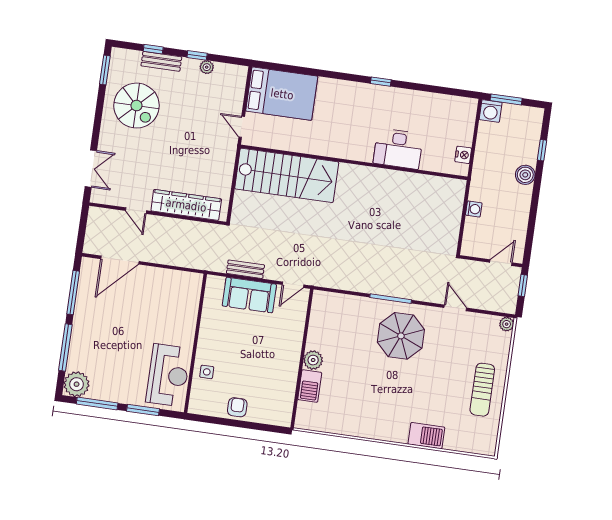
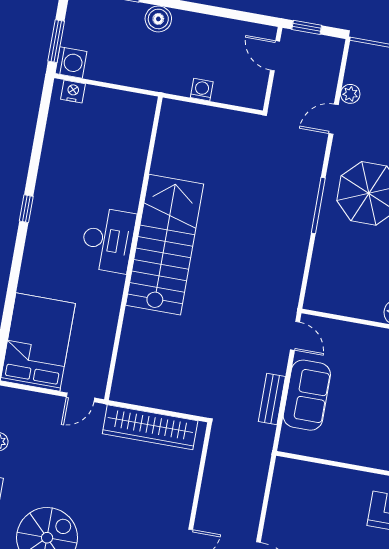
desk: (398, 149) -> (108, 240), moved
nightstand: (463, 155) -> (73, 91), moved
stairs: (287, 175) -> (165, 245), moved
wardrobe: (186, 205) -> (150, 427), moved, turned -90
plant: (507, 324) -> (350, 94), moved

